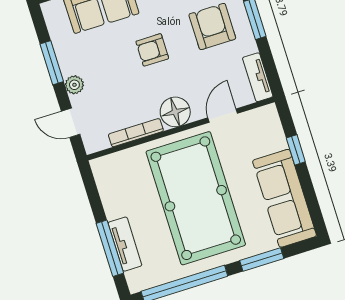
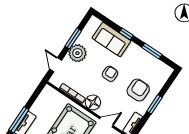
armchair: (152, 50) -> (110, 74), turned 90
plant: (74, 85) -> (77, 53), width x1.88, depth x1.88

